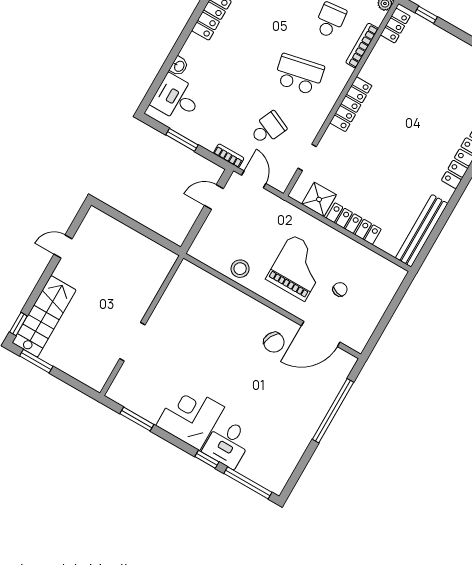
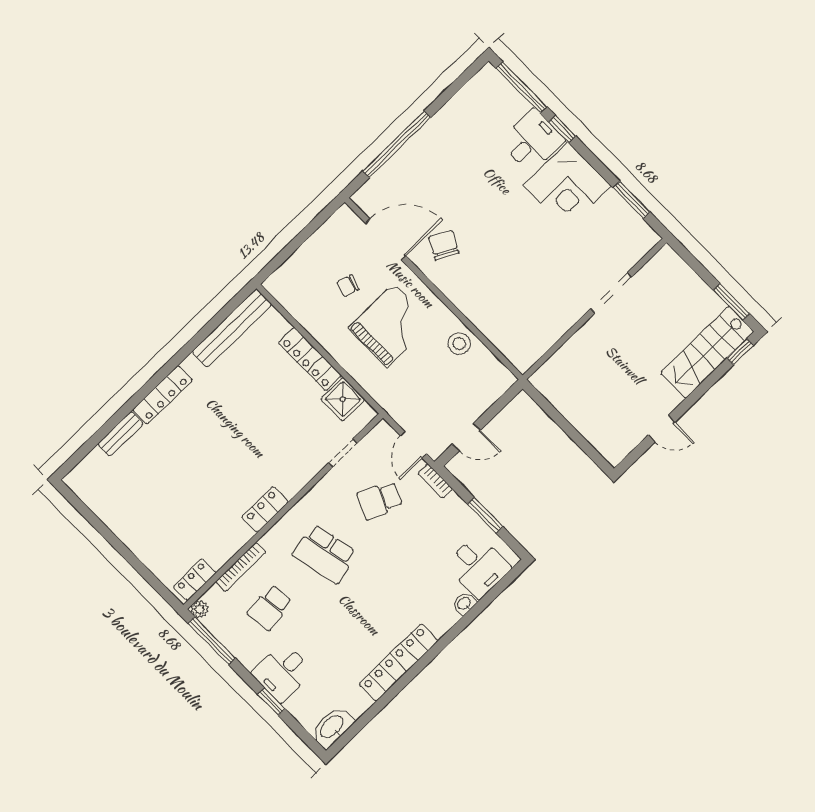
window: (426, 15) -> (154, 582), removed
locker: (351, 104) -> (265, 510), width x0.66
grand piano: (298, 268) -> (390, 325), turned 180

